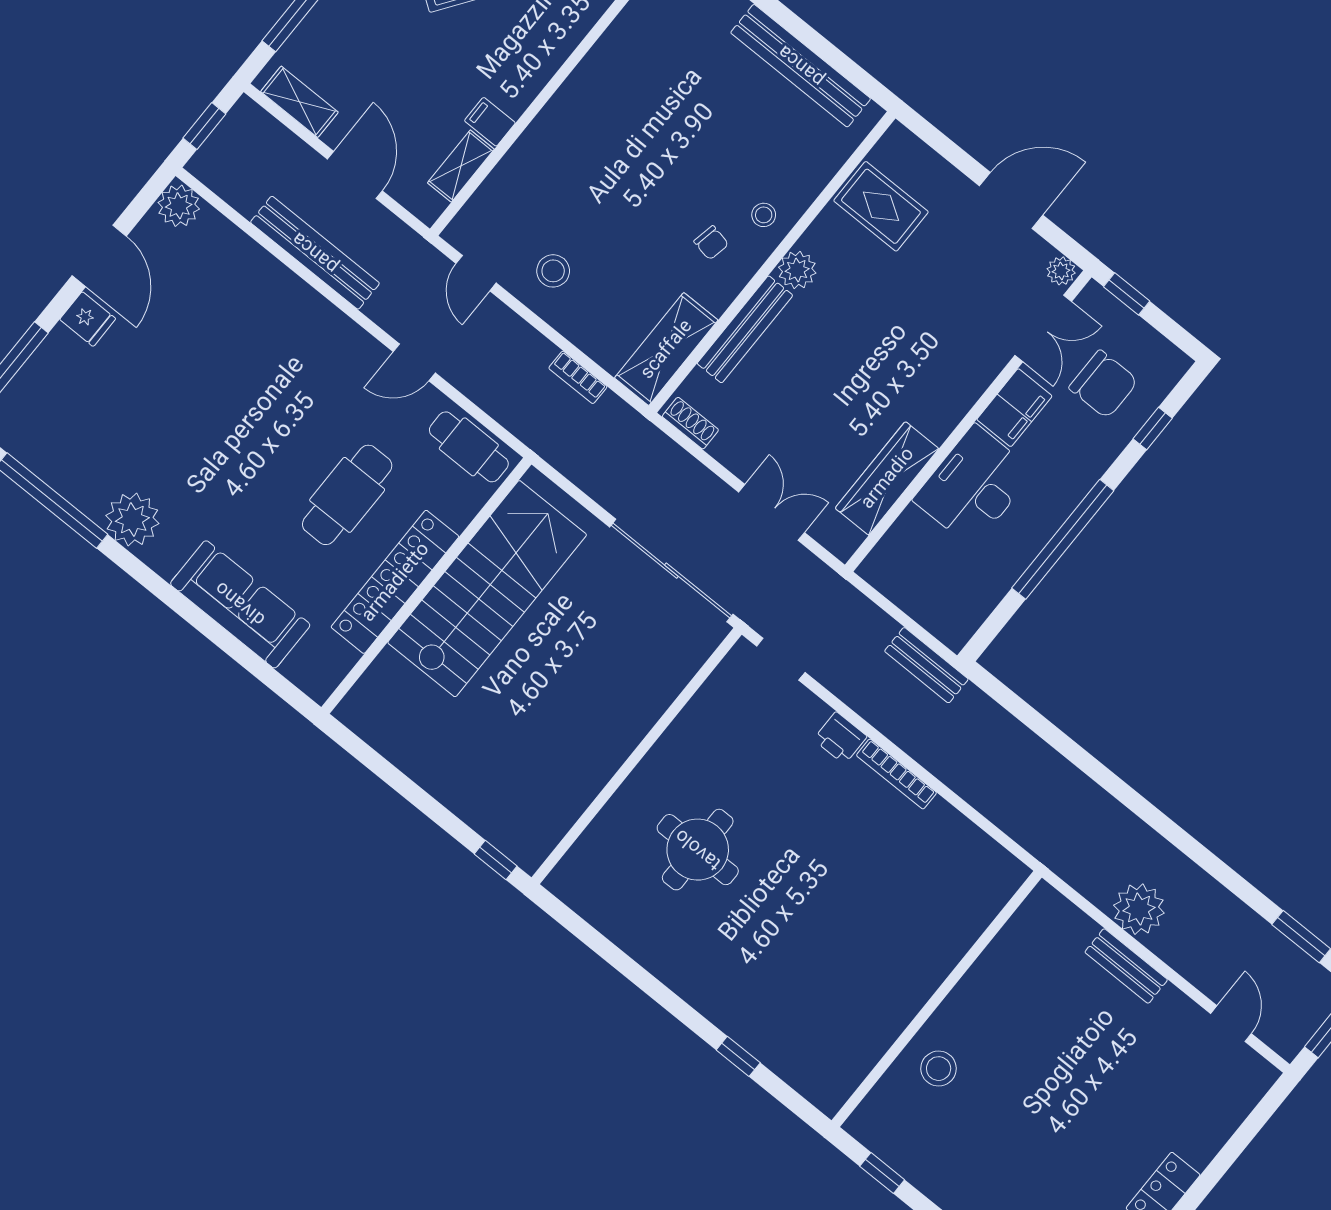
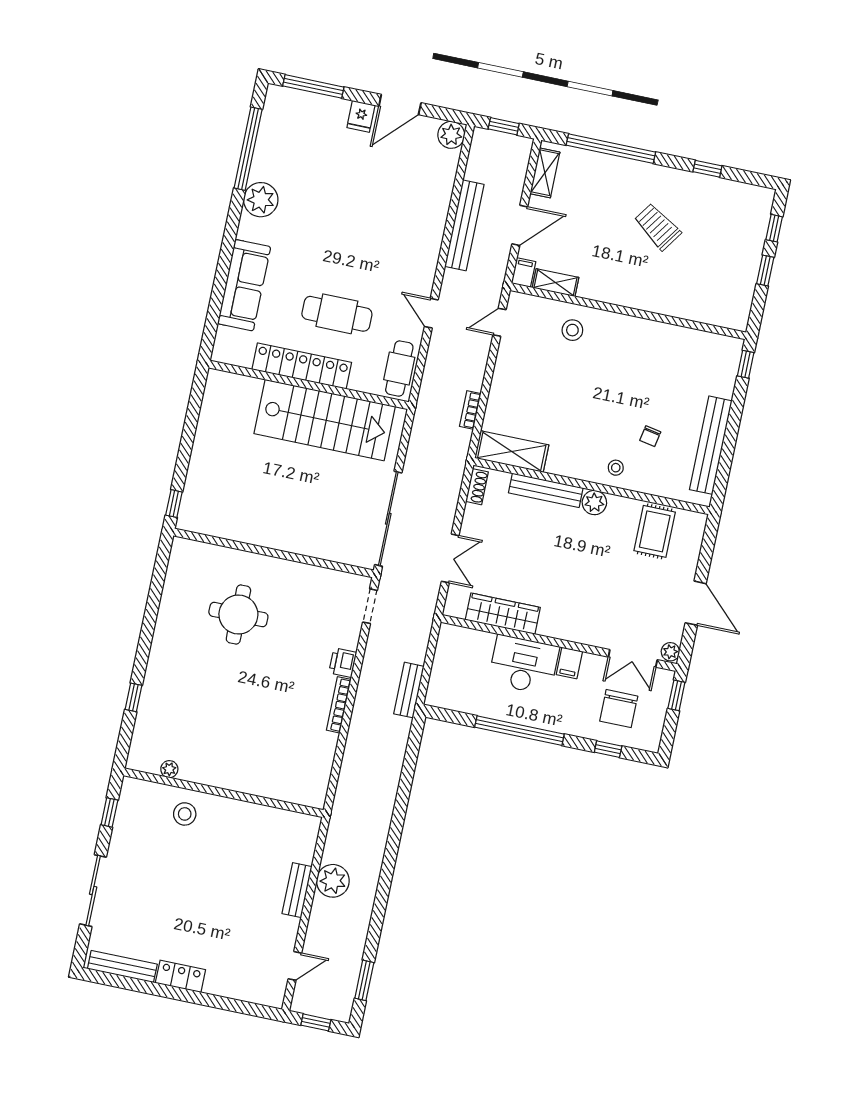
filing cabinet: (490, 122) -> (523, 272), moved
chair: (711, 243) -> (650, 436), moved
stool: (553, 271) -> (572, 330), moved
filing cabinet: (1014, 408) -> (569, 663), width x0.50
plant: (865, 1058) -> (169, 769), added

